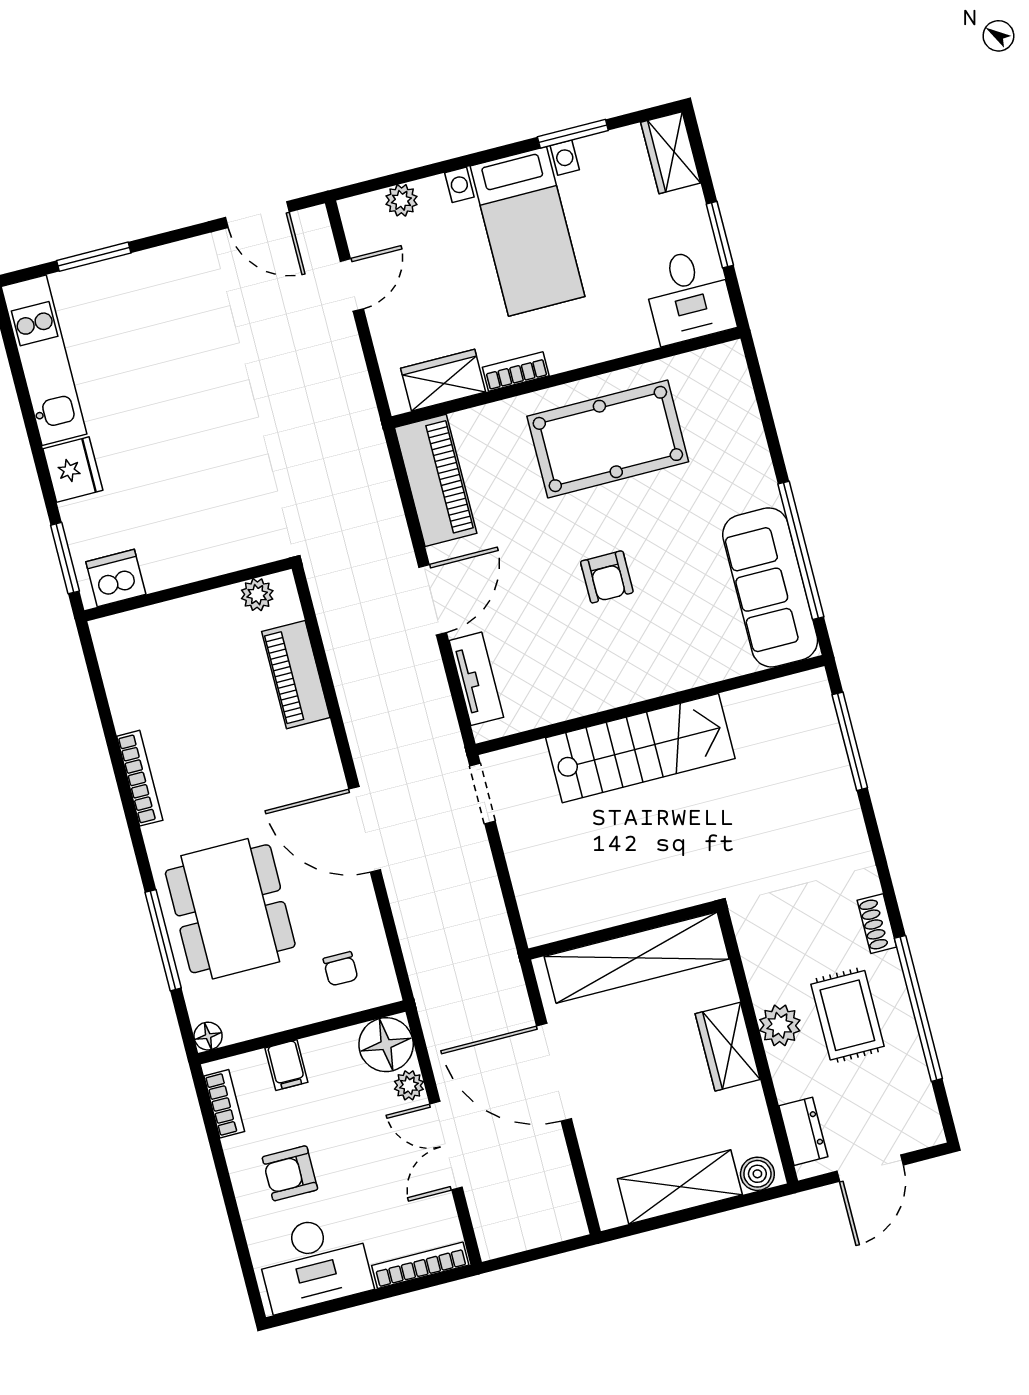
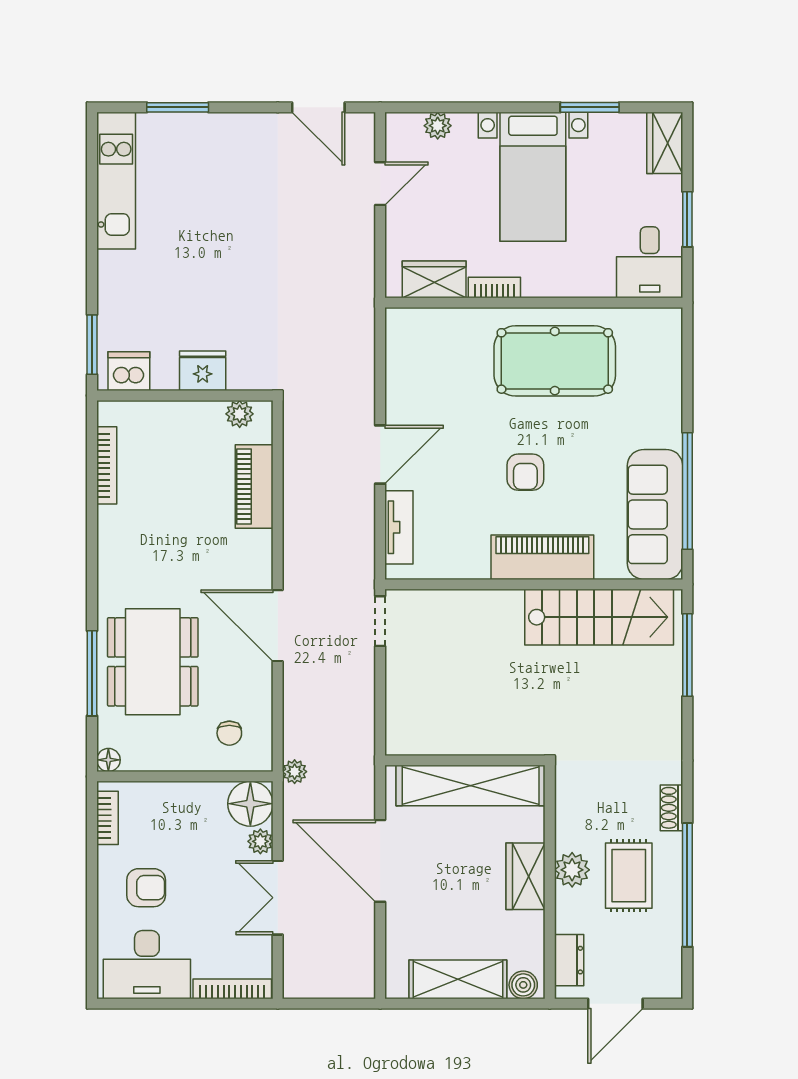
fridge: (73, 470) -> (203, 371), moved, turned -90
piano: (436, 480) -> (542, 557), moved, turned -90
stairs: (640, 748) -> (599, 617), moved
bookcase: (140, 778) -> (107, 465), moved
plant: (428, 994) -> (295, 772), added
filing cabinet: (286, 1065) -> (166, 800), removed
armchair: (290, 1173) -> (146, 888), turned 180

